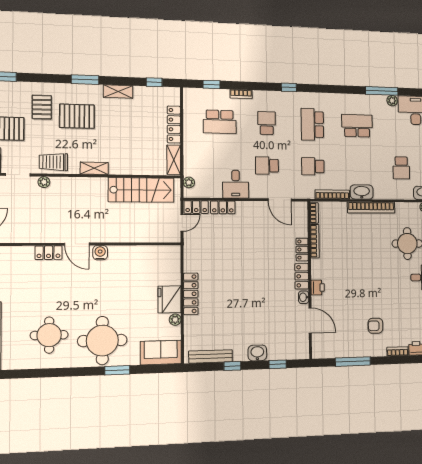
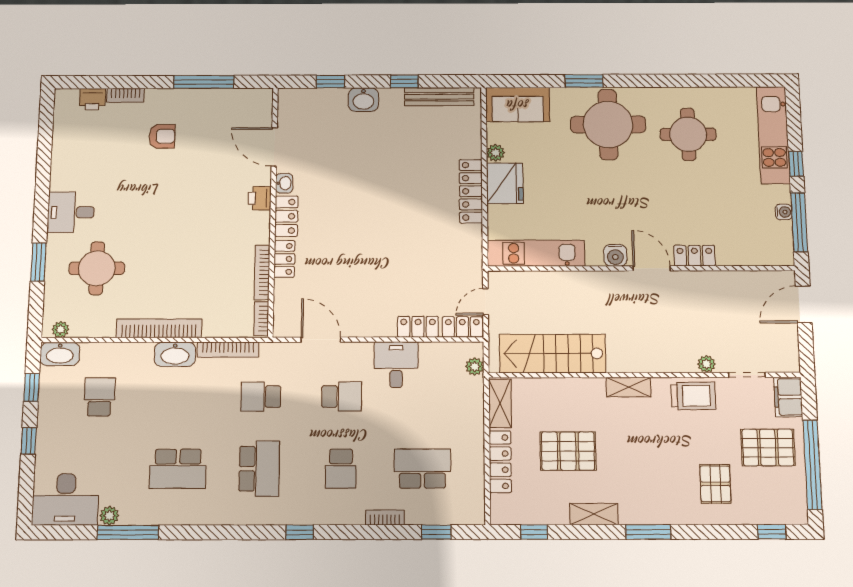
pallet: (77, 116) -> (568, 451), moved
school desk: (313, 166) -> (261, 397), turned 180
kitchen unit: (150, 254) -> (536, 253), added

